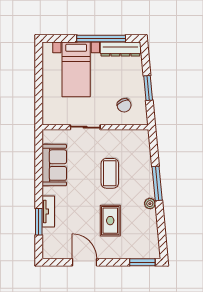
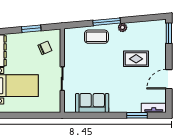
coffee table: (110, 173) -> (96, 37), moved
tv unit: (48, 212) -> (154, 108), moved

